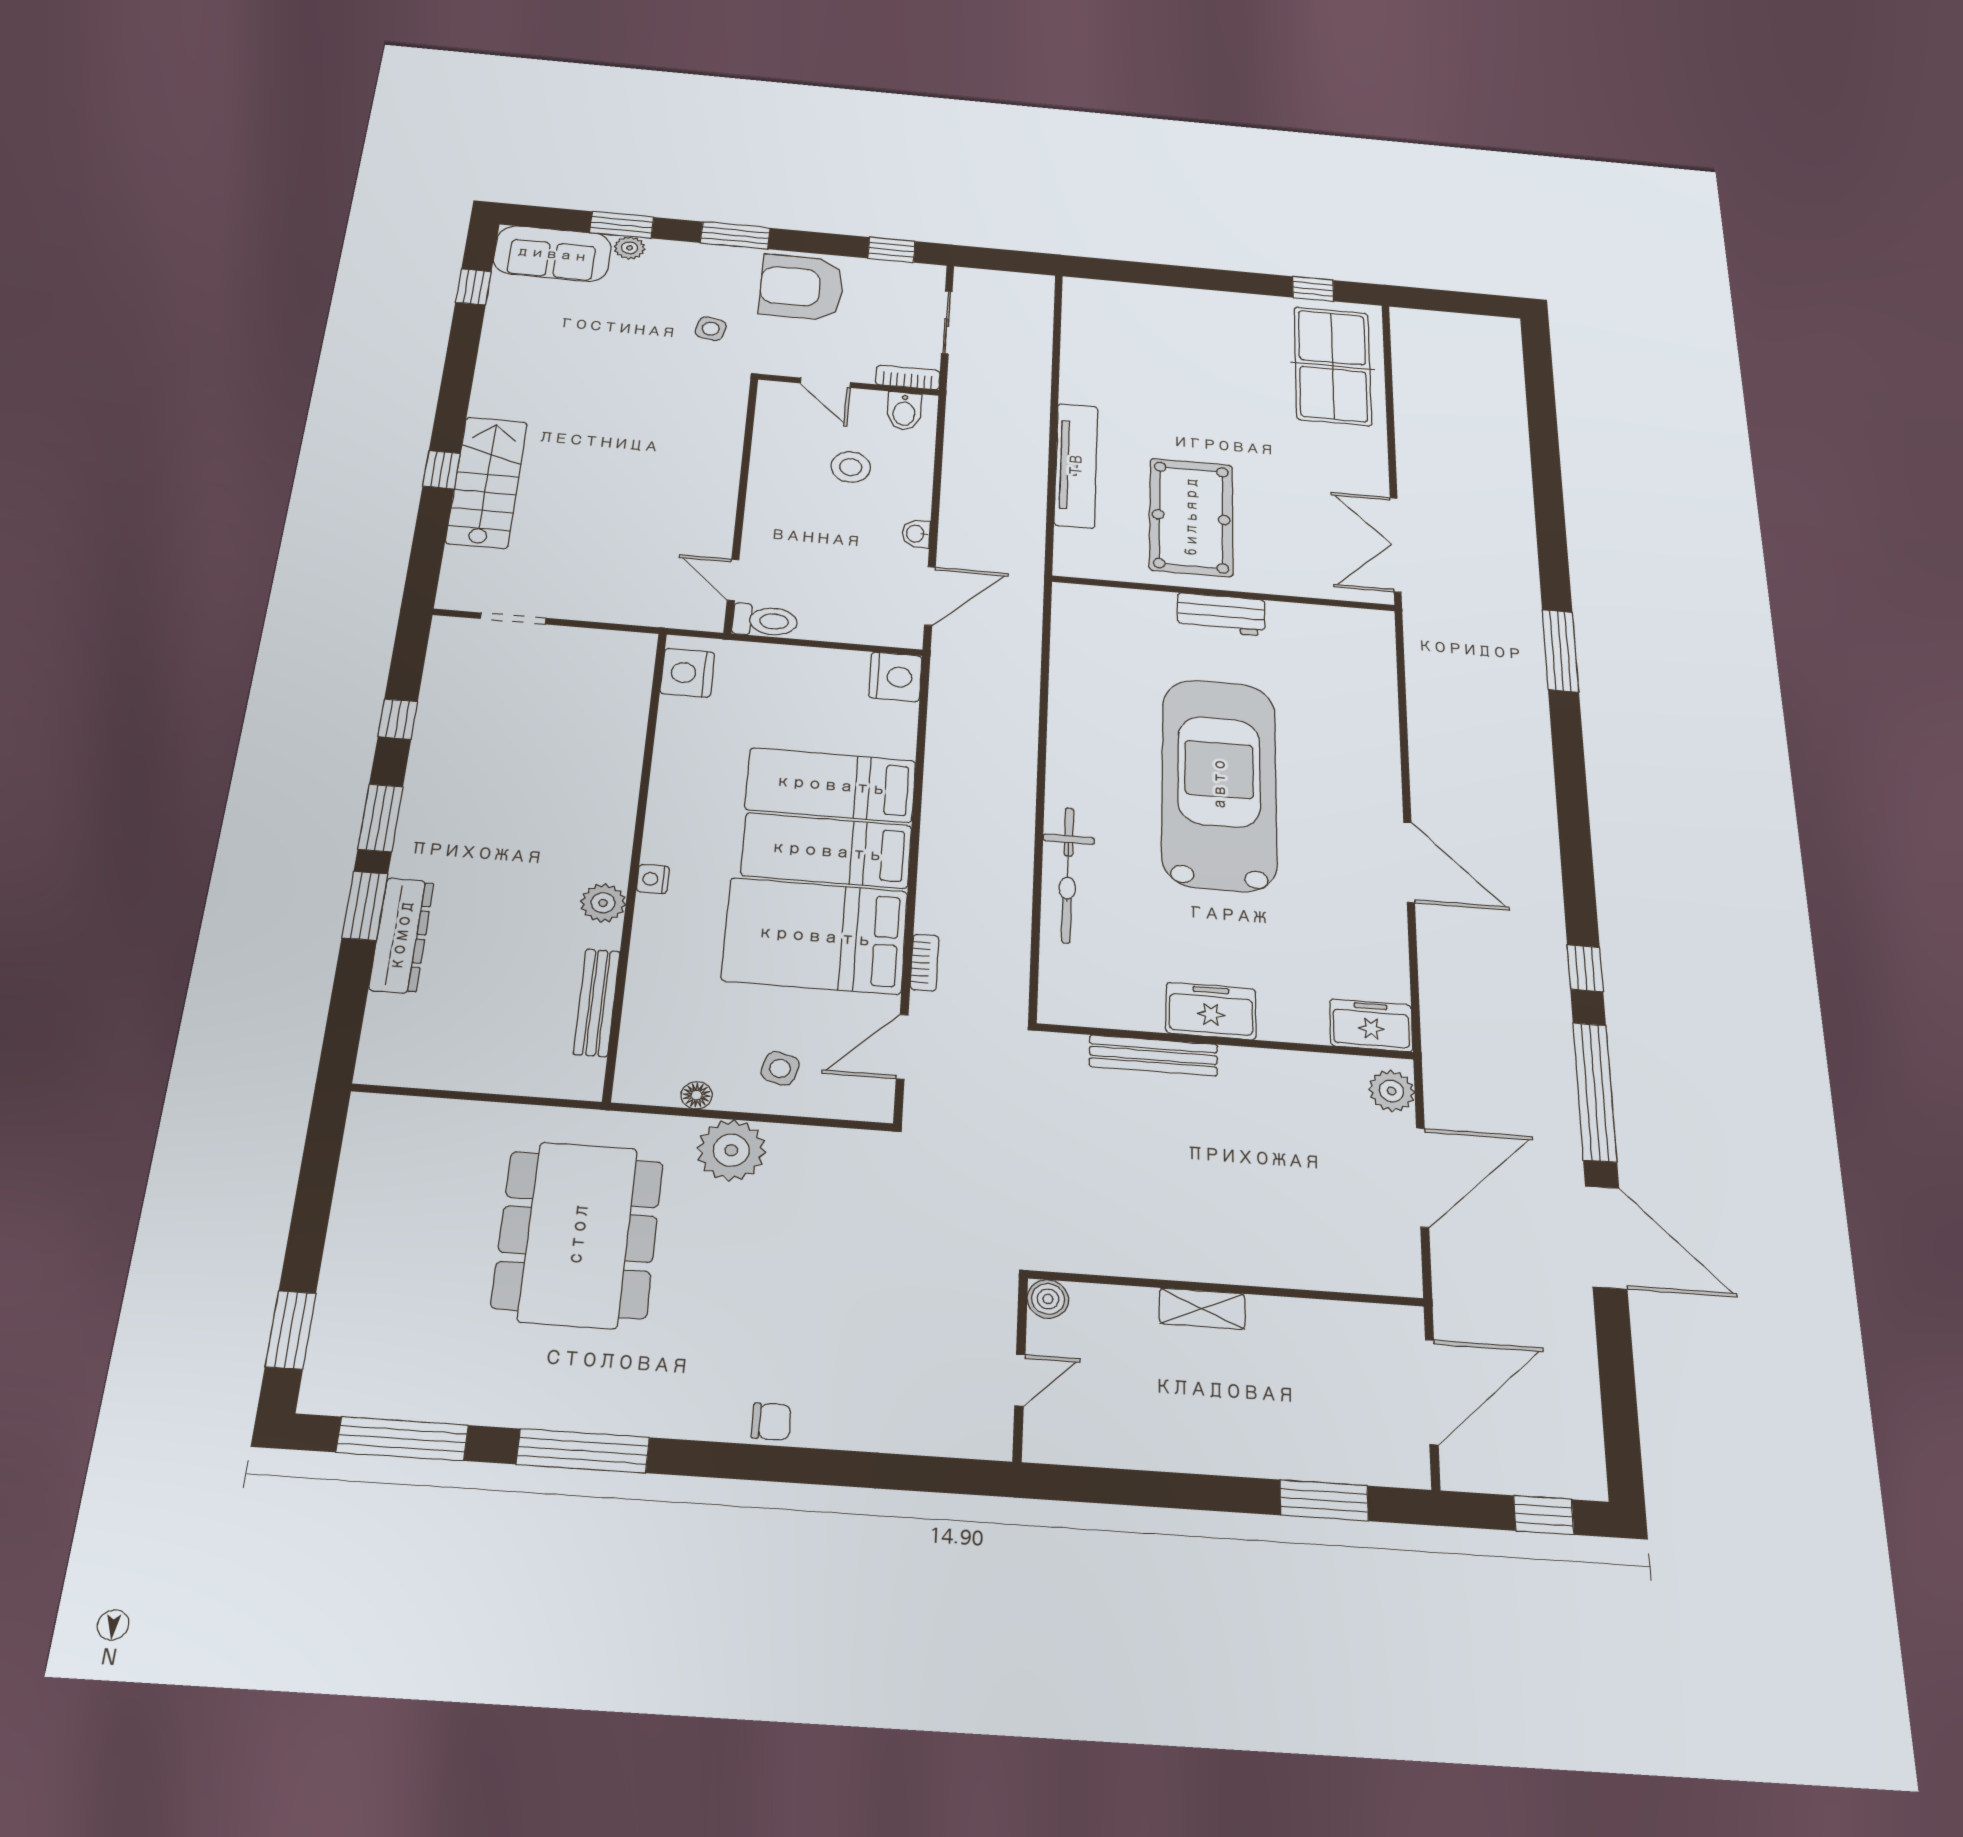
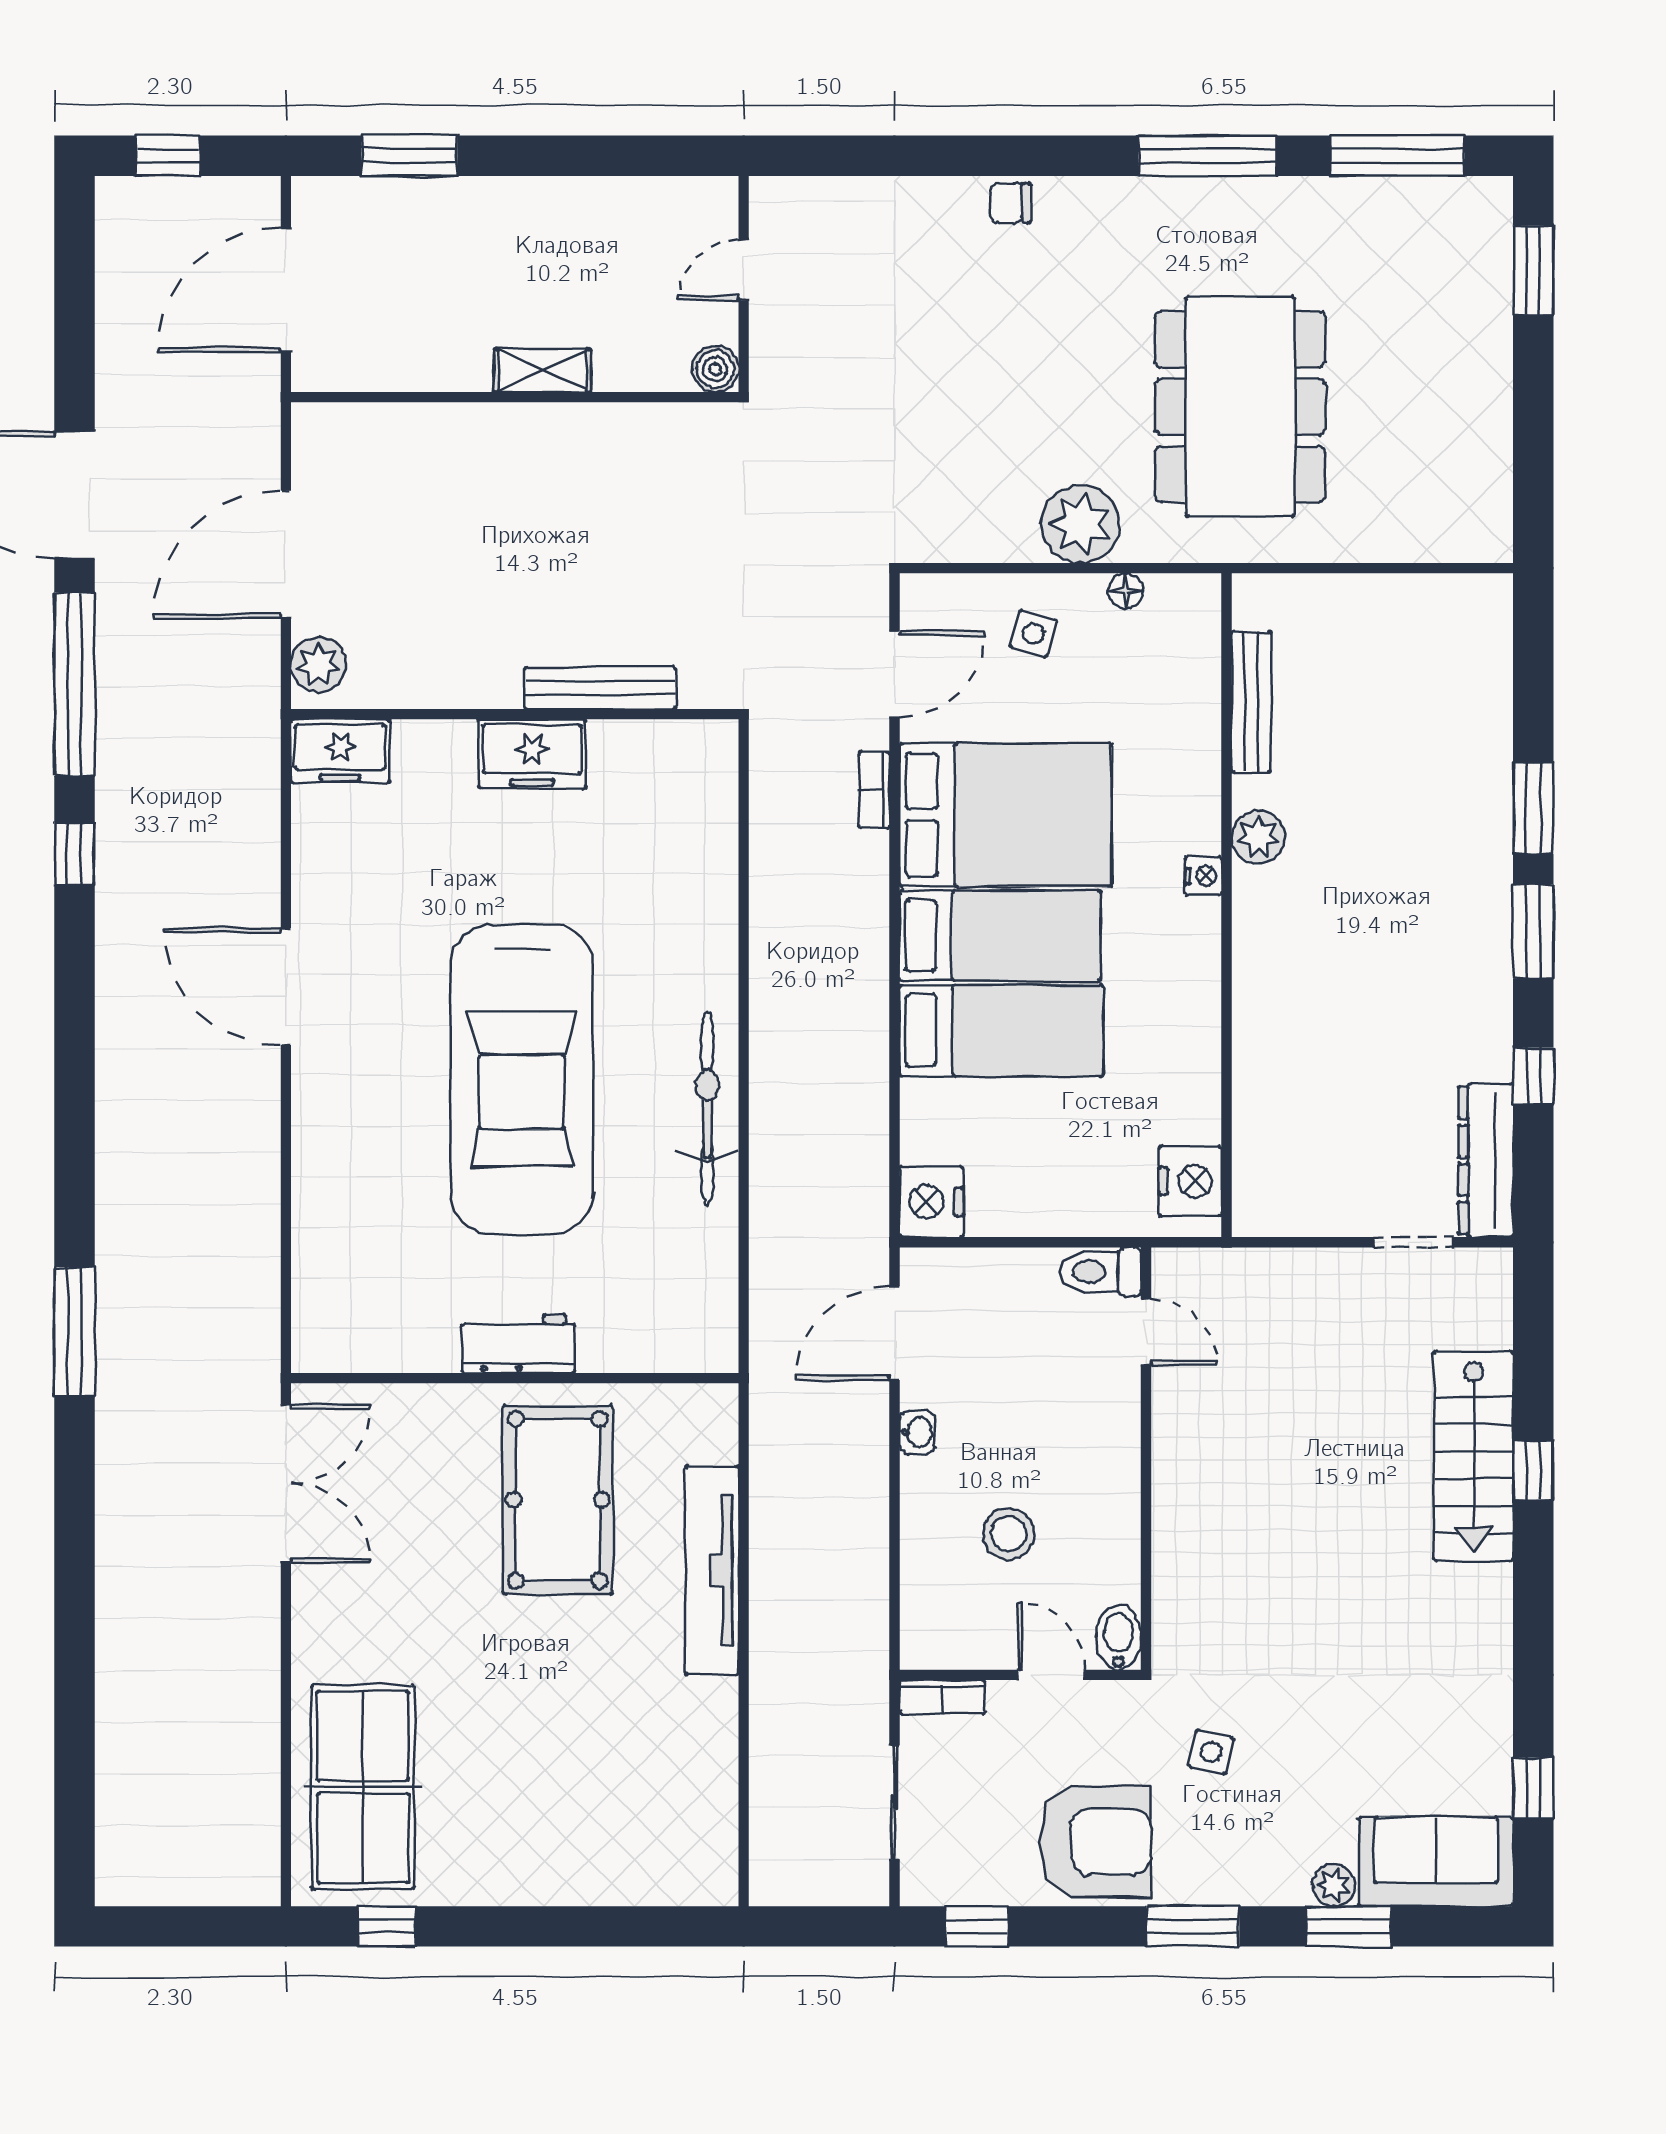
bidet: (904, 411) -> (1119, 1638), moved
bicycle: (1068, 875) -> (707, 1108), moved
dresser: (401, 935) -> (1486, 1160), moved

